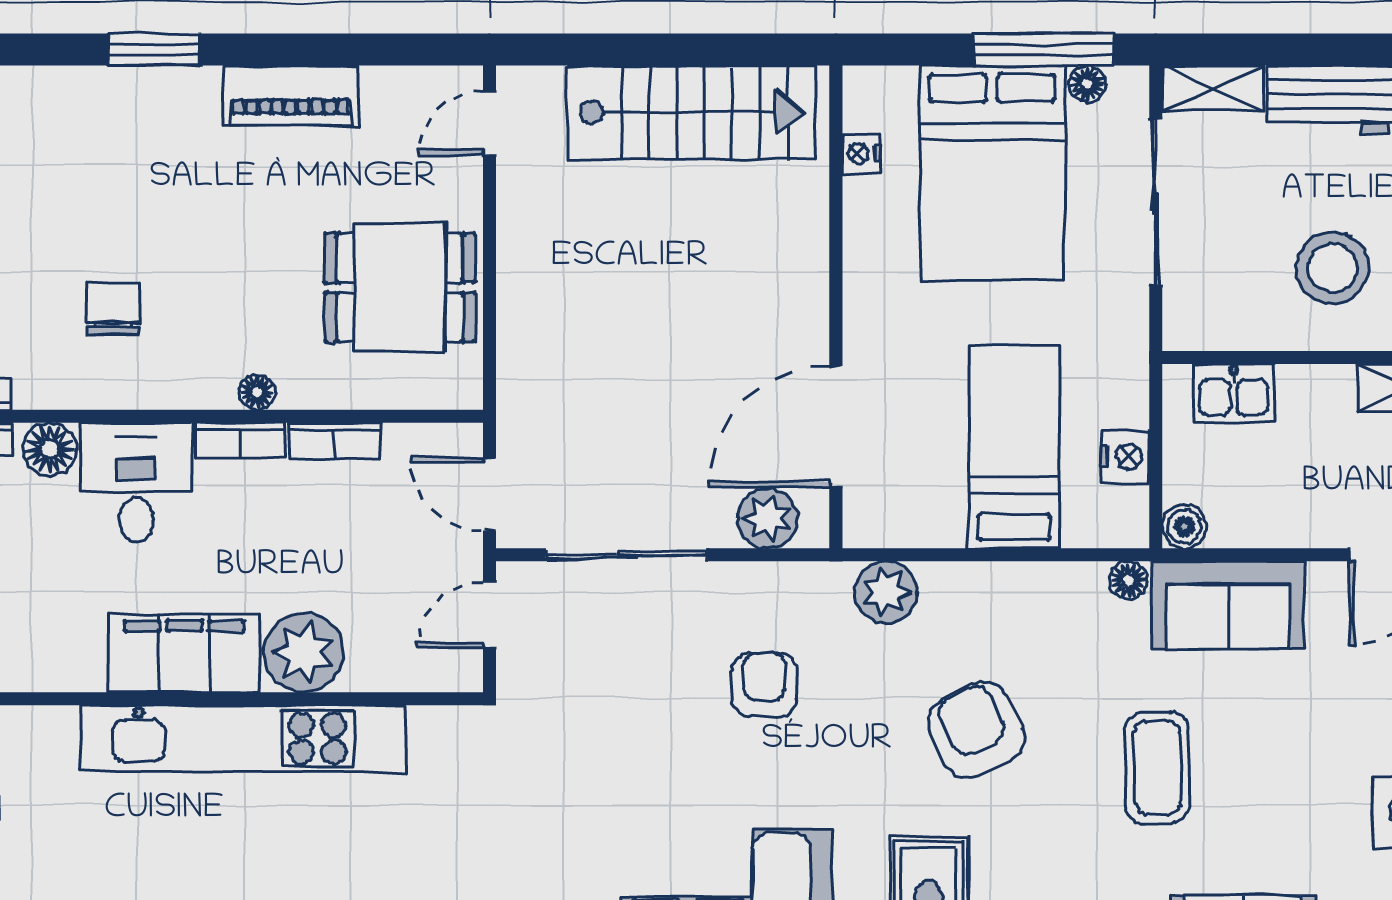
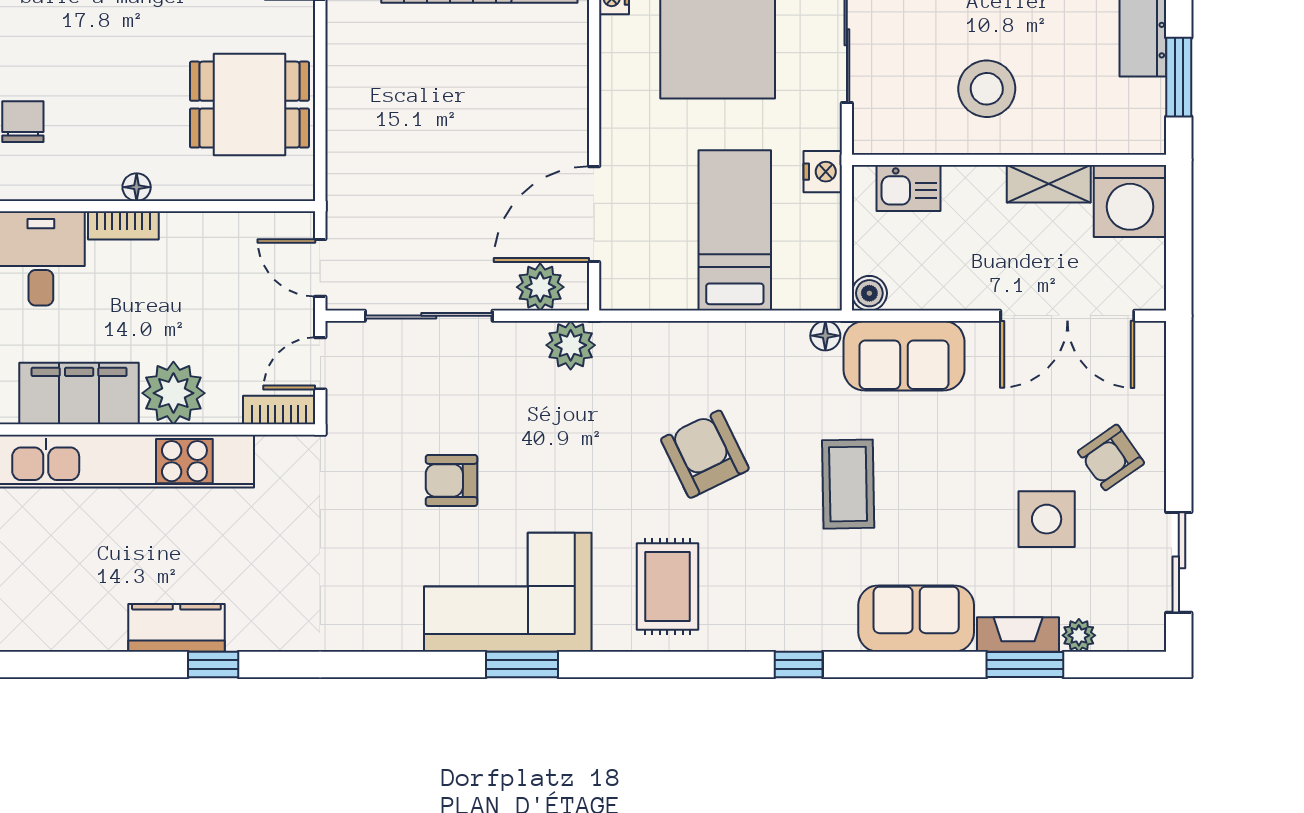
bookcase: (335, 441) -> (279, 410), moved, turned 180
nightstand: (1125, 457) -> (823, 172), moved
plant: (886, 592) -> (571, 345), moved
armchair: (764, 685) -> (451, 480), moved, turned -90

